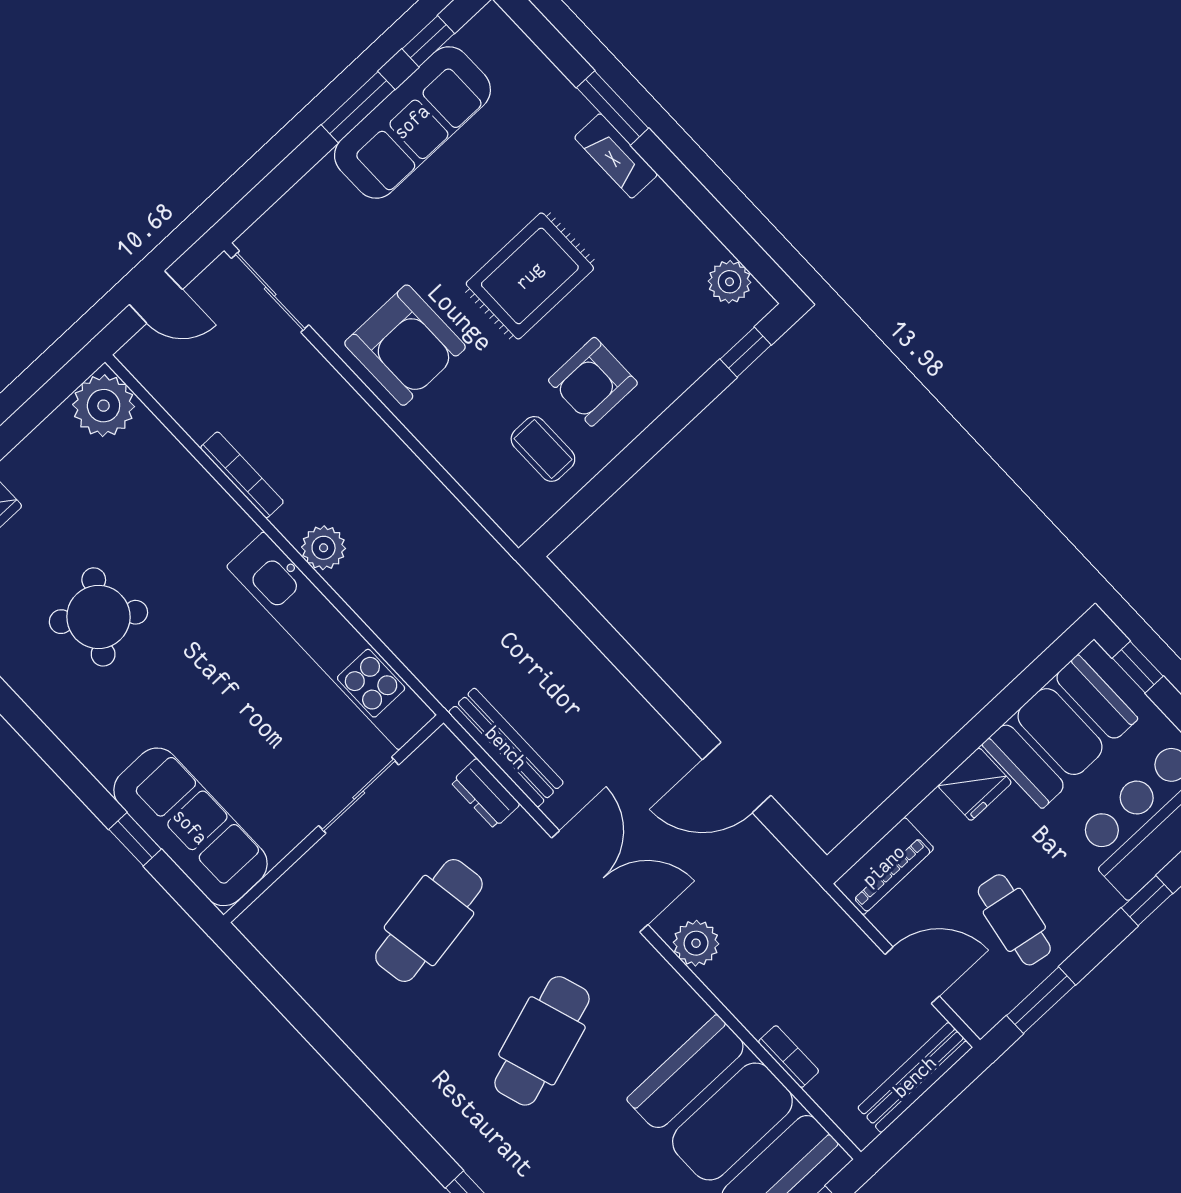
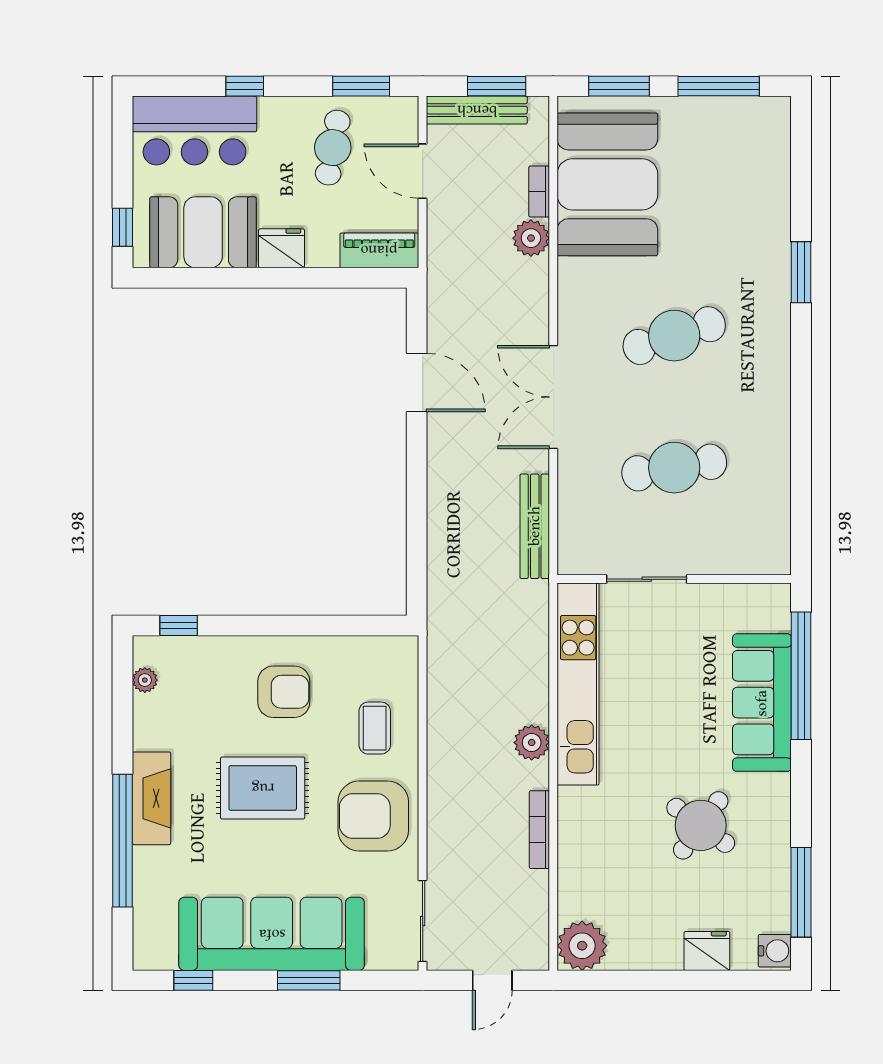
window: (358, 107) -> (309, 980), moved
window: (613, 108) -> (123, 841), width x2.11
sofa: (412, 122) -> (272, 934), width x1.36, depth x1.27
fireplace: (616, 156) -> (151, 798), width x1.37, depth x1.32
plant: (730, 282) -> (145, 680), width x0.73, depth x0.73
door: (156, 297) -> (492, 980), swing flipped
armchair: (405, 345) -> (373, 816), turned -90
coffee table: (543, 449) -> (375, 728), moved
dresser: (485, 793) -> (572, 511), removed
sofa: (190, 827) -> (762, 703), moved
window: (135, 839) -> (801, 676), width x3.17
plant: (696, 943) -> (531, 238), moved
window: (917, 1116) -> (497, 86), added

